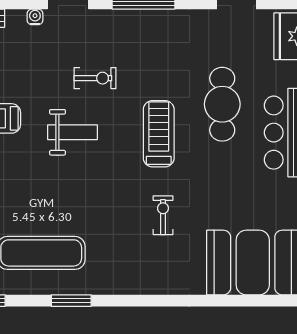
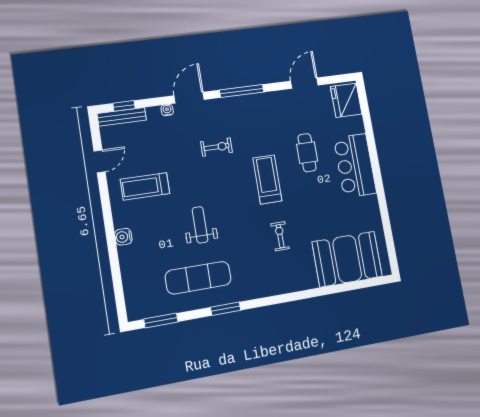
cafe table: (222, 104) -> (307, 153), width x0.73, depth x0.74
weight bench: (72, 132) -> (200, 225), moved, turned -90

